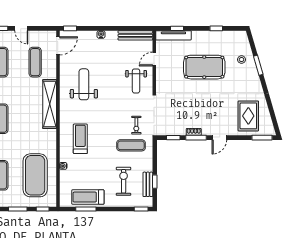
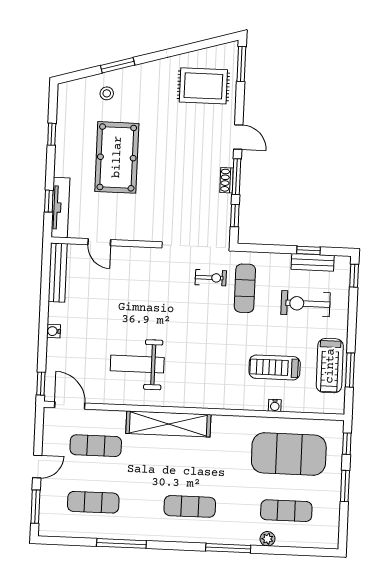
weight bench: (136, 81) -> (135, 275), removed
treadmill: (80, 139) -> (275, 367), moved

